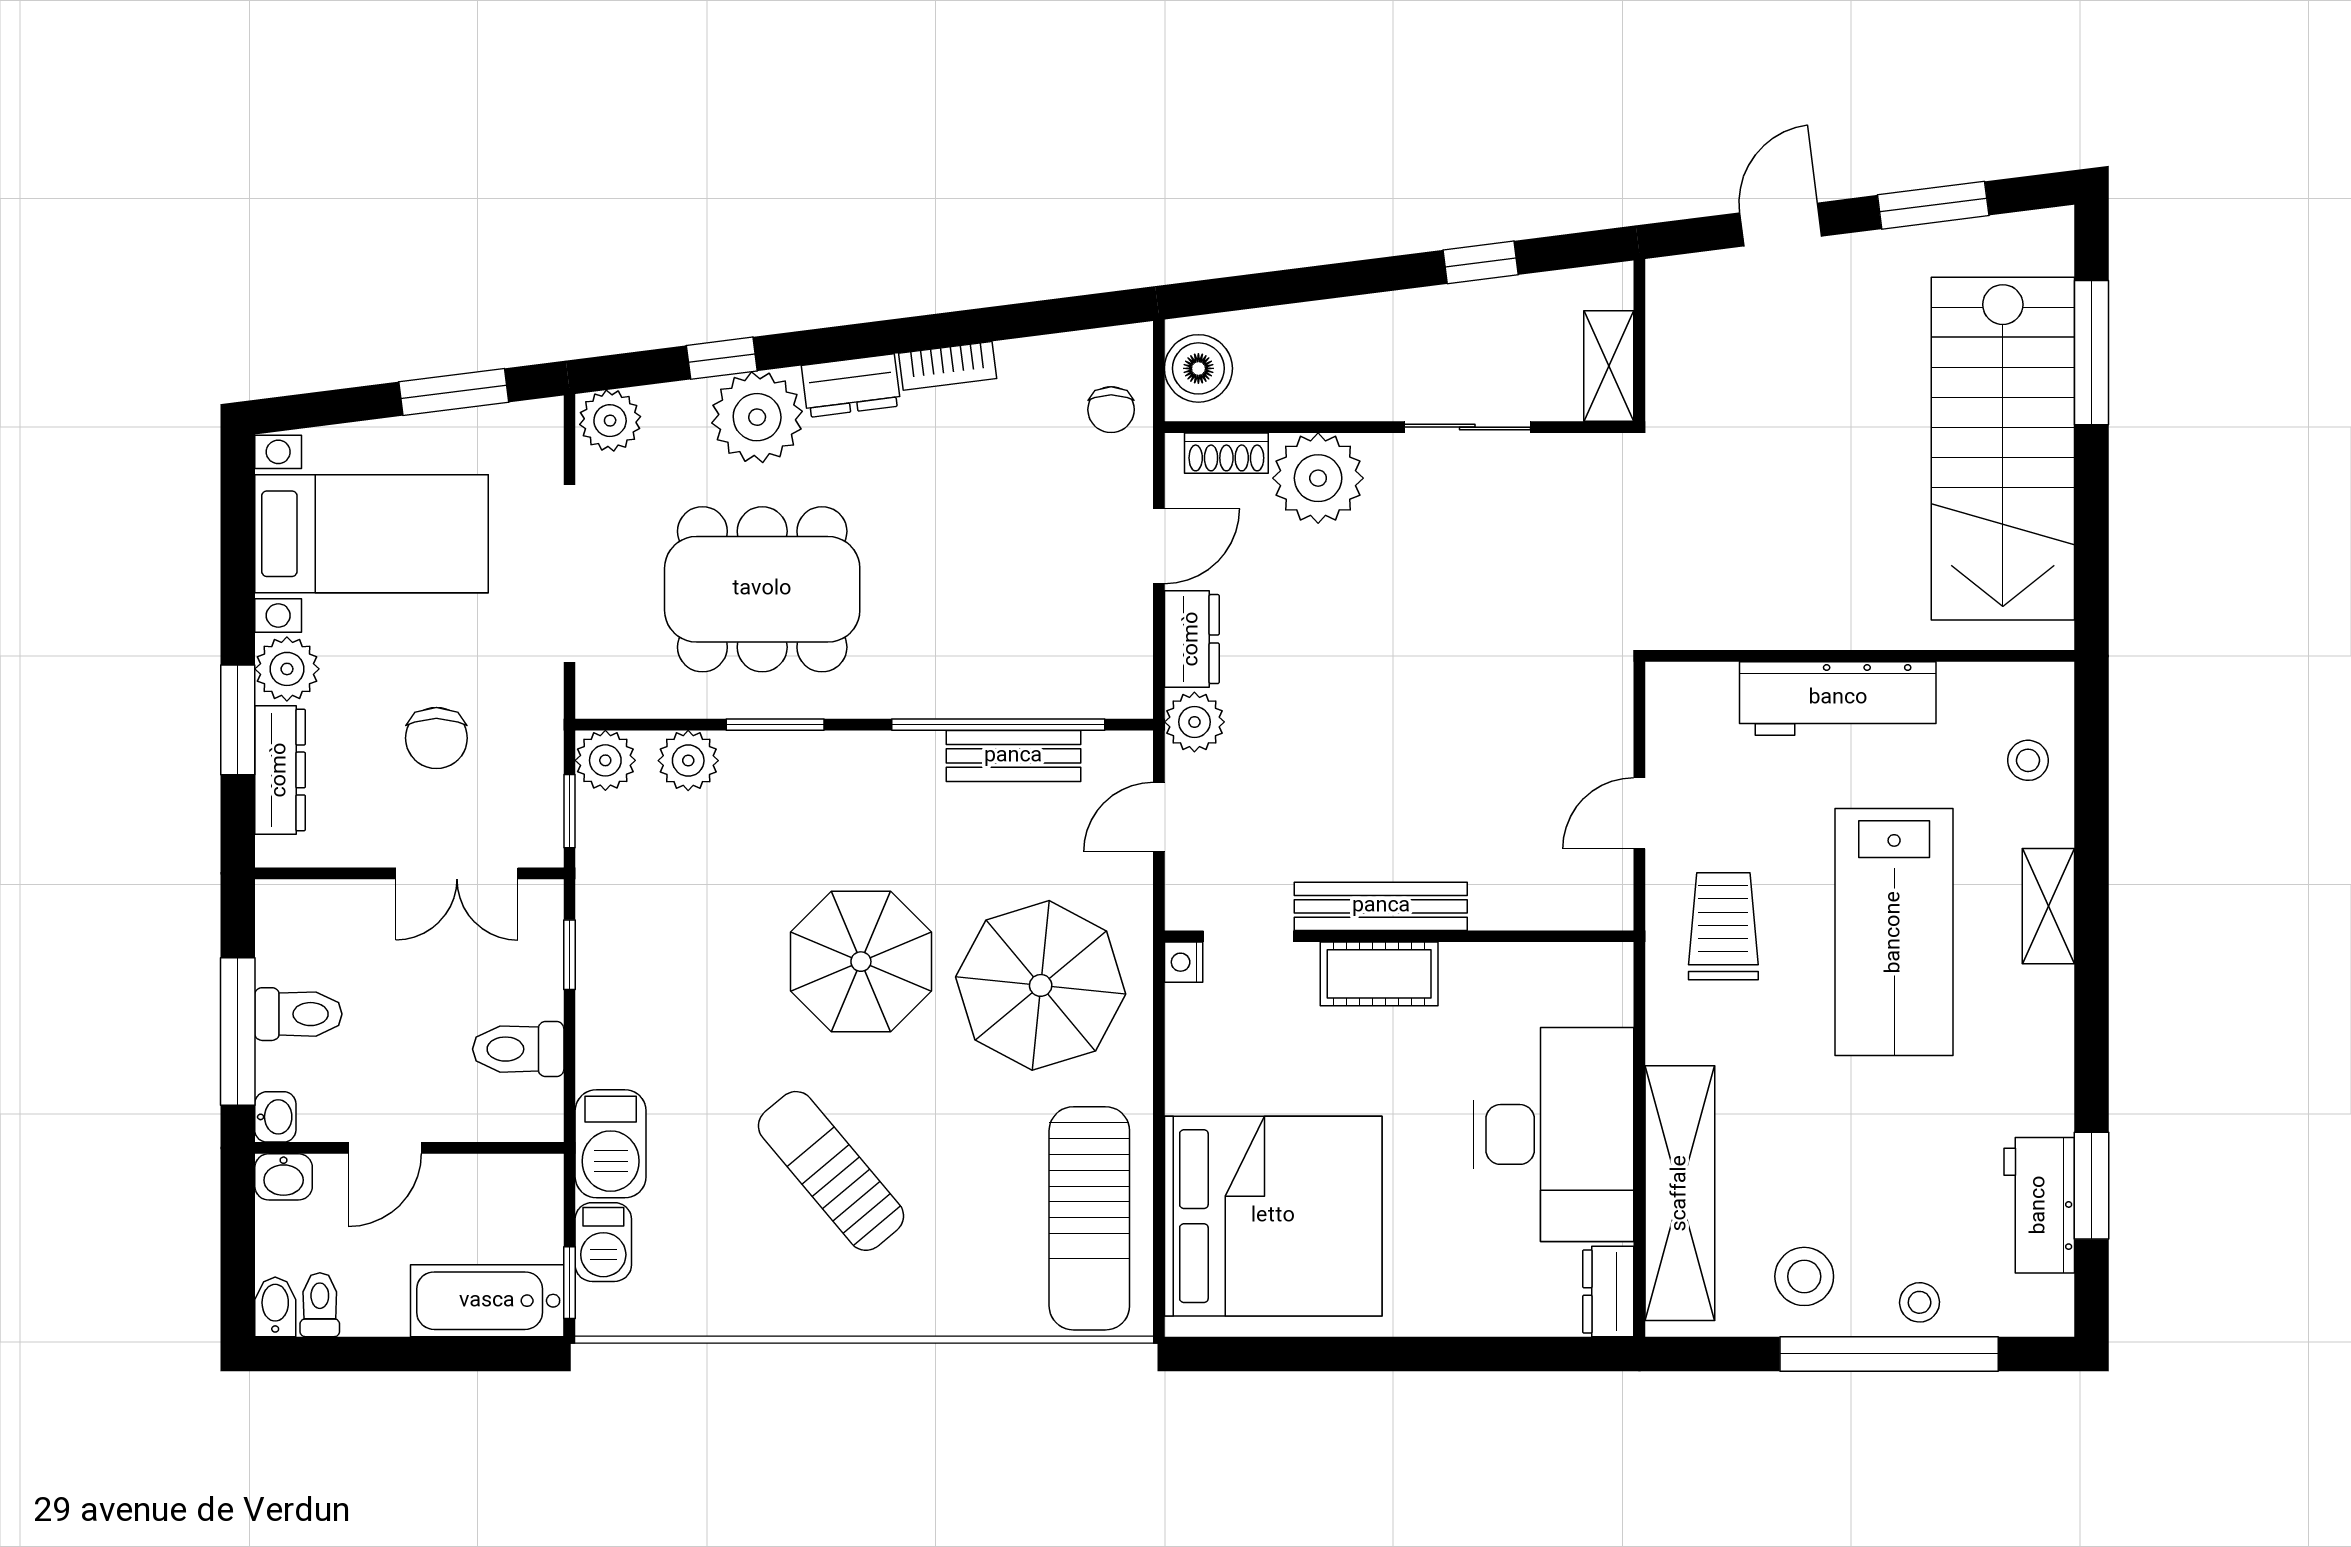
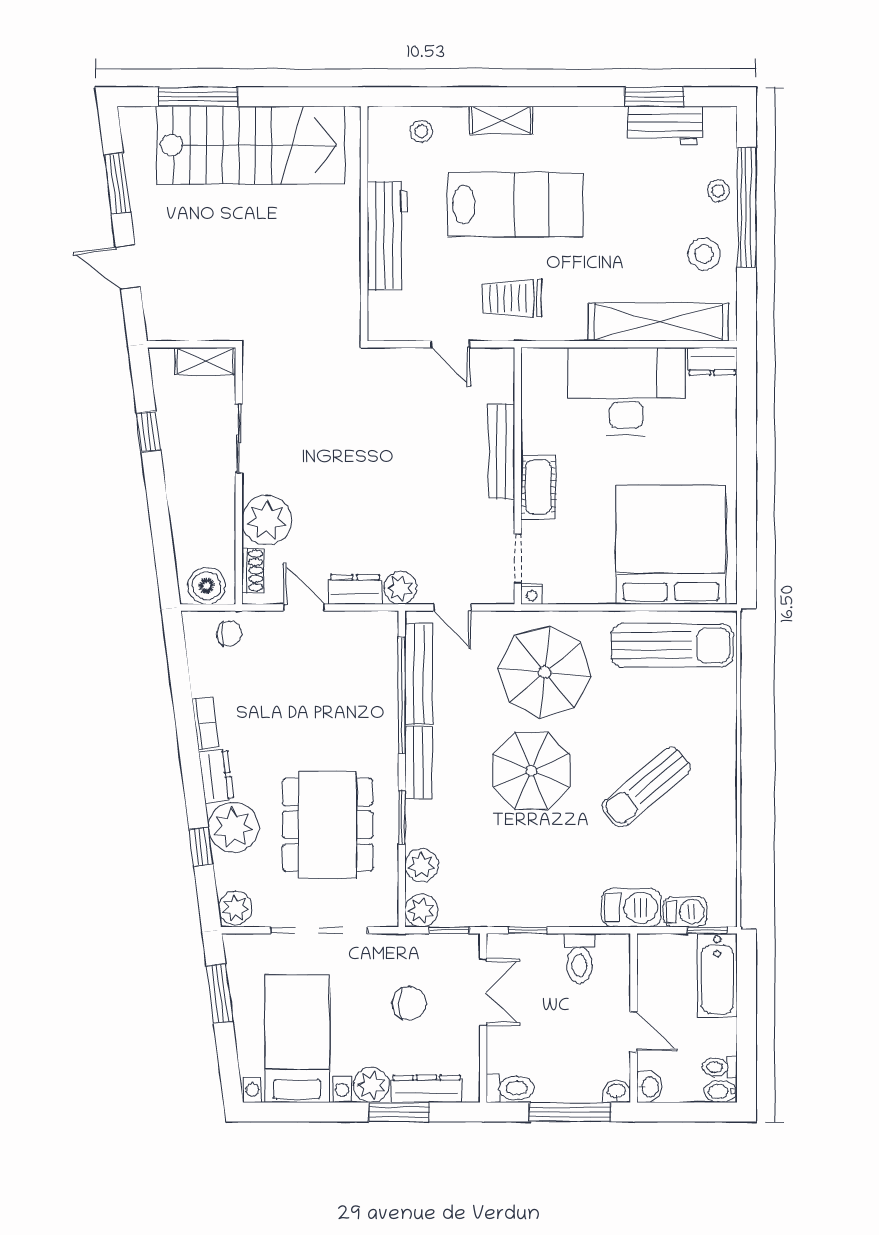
bench: (876, 755) -> (419, 762), added
bench: (1013, 756) -> (419, 674), width x1.36
bench: (1381, 906) -> (501, 452), moved
toilet: (298, 1014) -> (510, 1088), moved, turned 90

